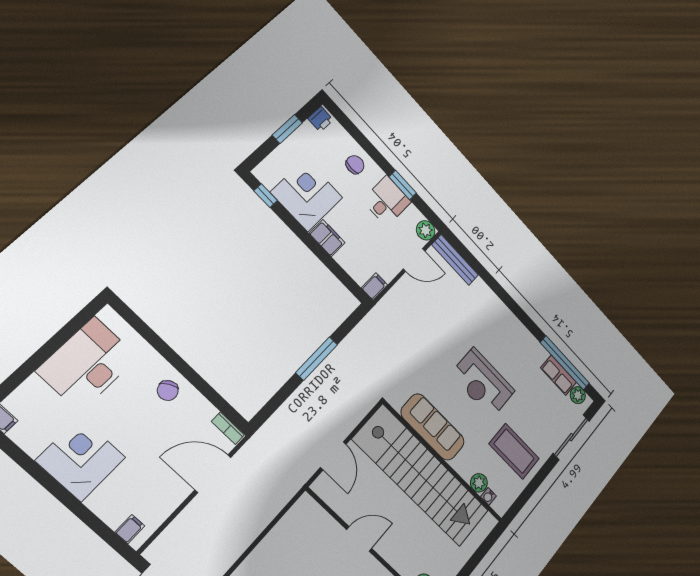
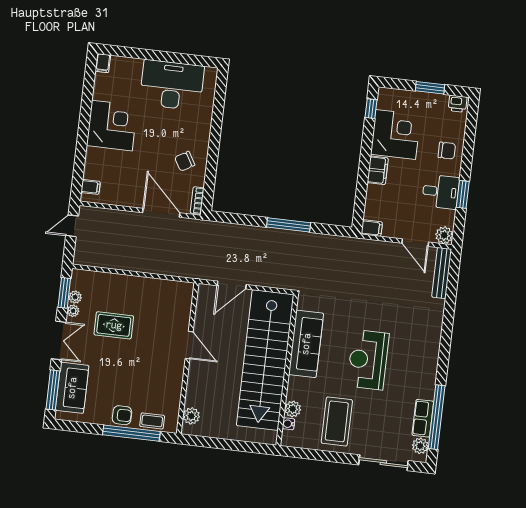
chair: (168, 391) -> (185, 161), moved

